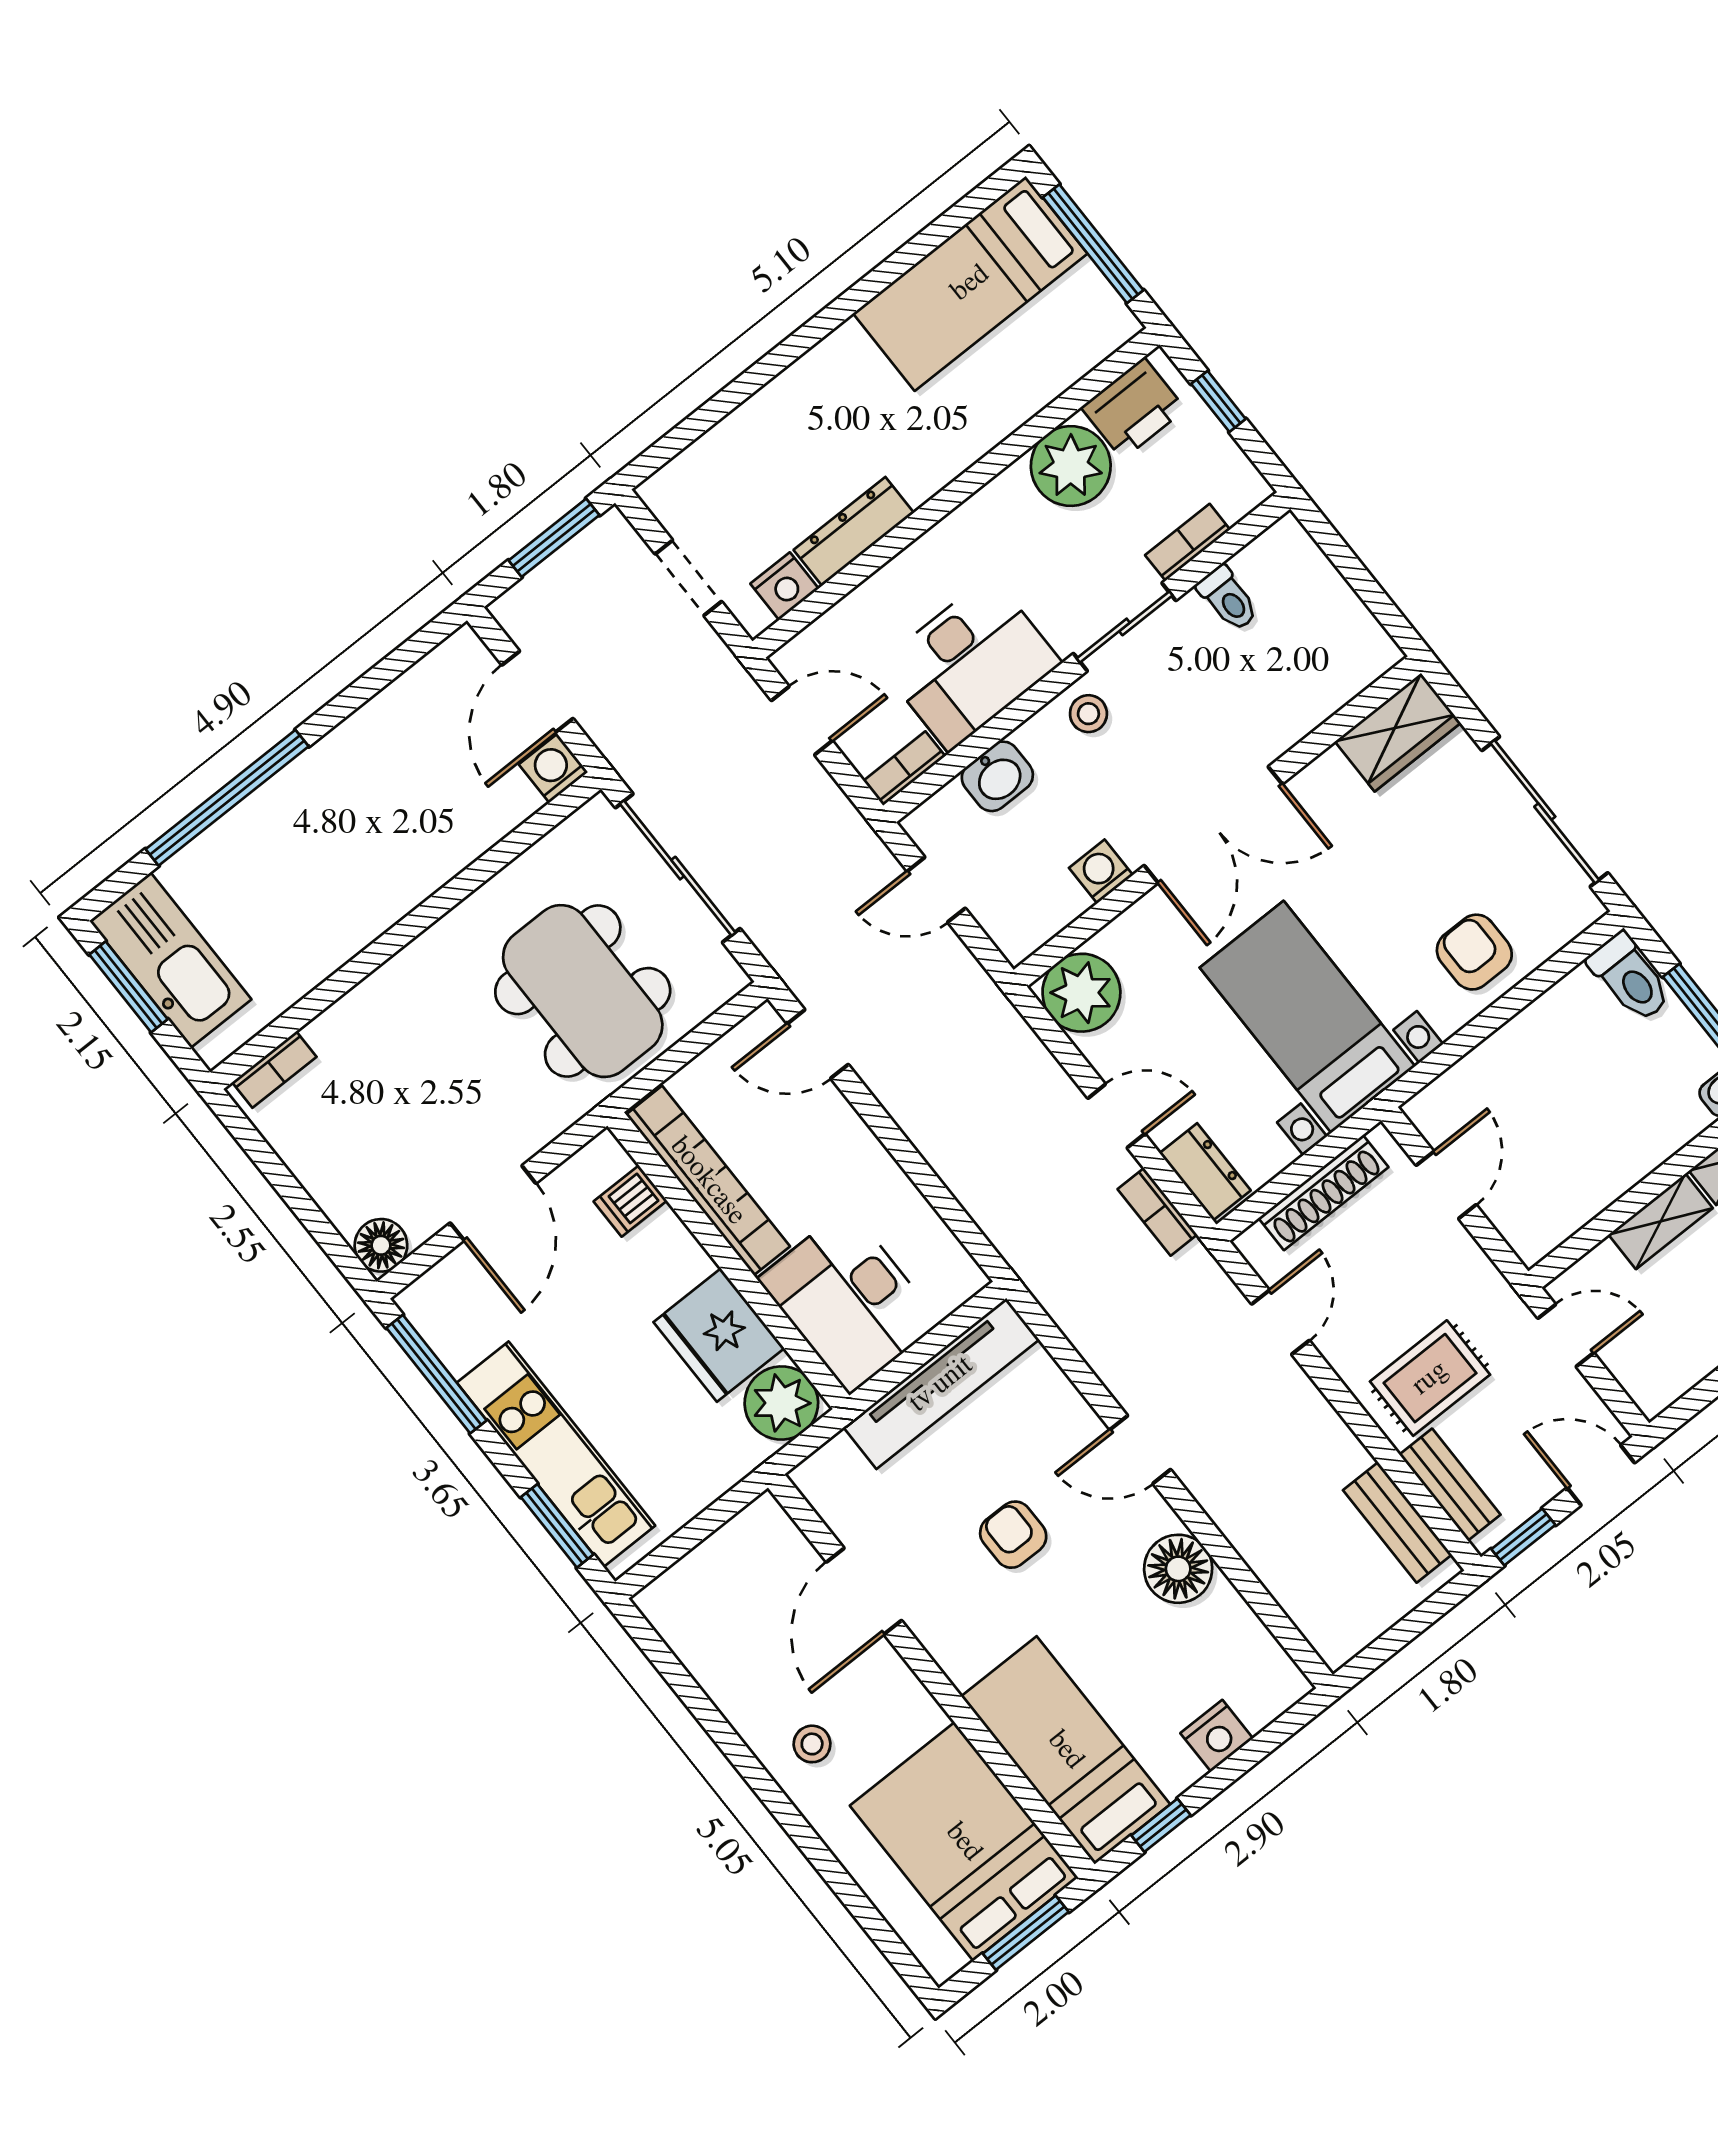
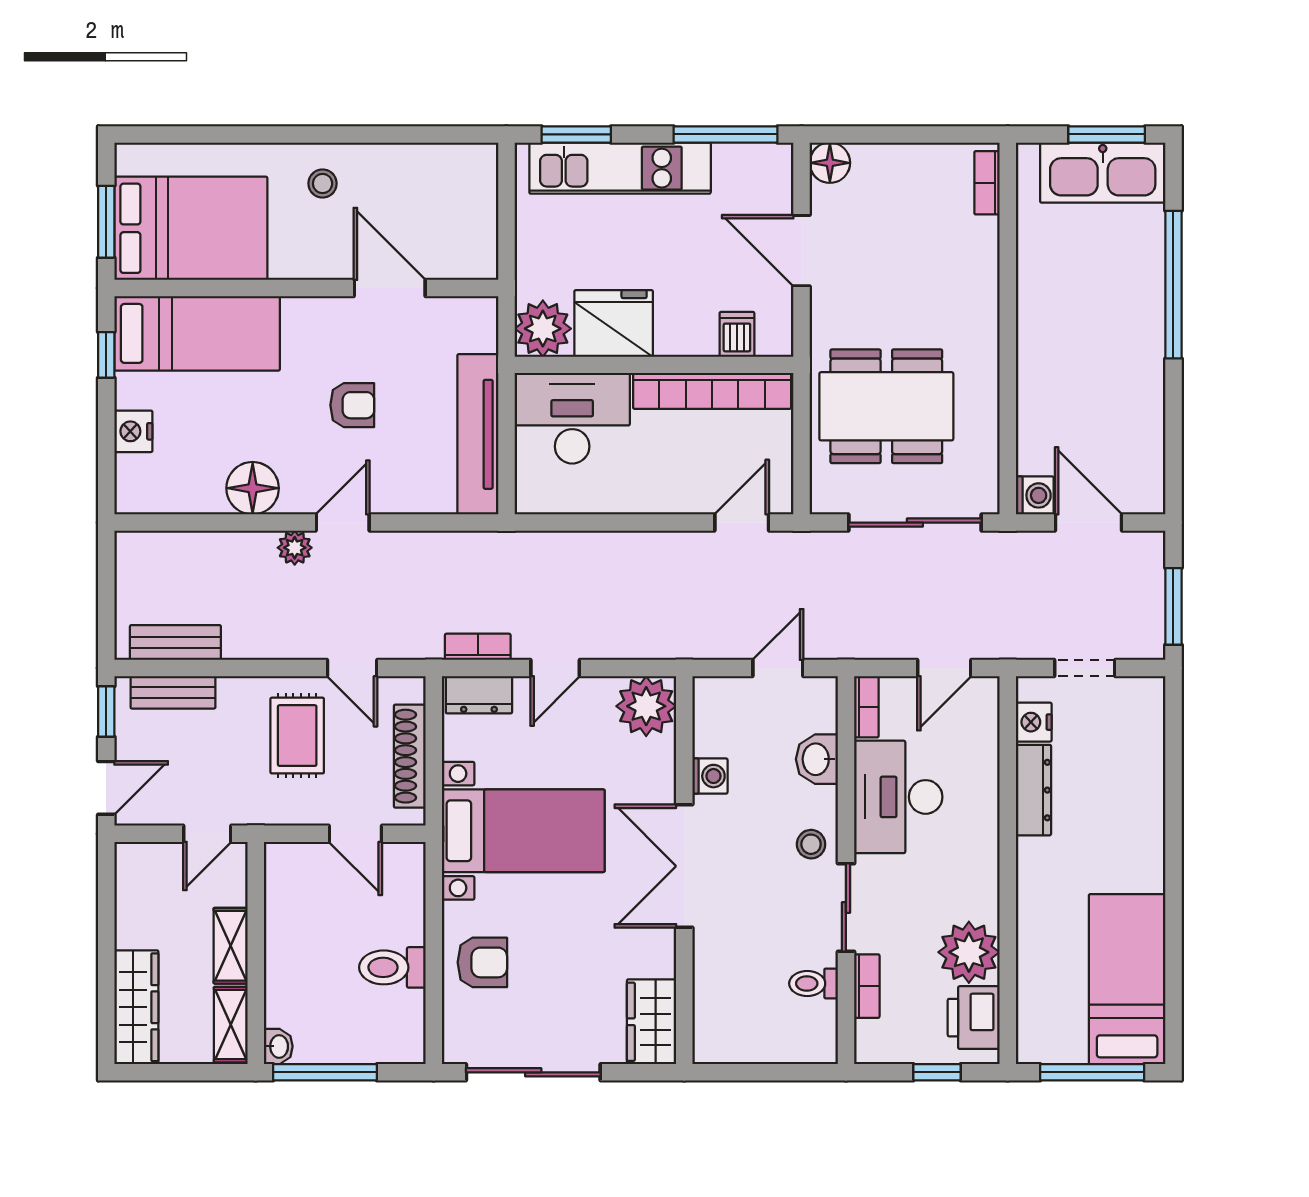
toilet: (1630, 978) -> (392, 967), moved
rug: (1430, 1378) -> (297, 736), moved
plant: (1205, 1478) -> (295, 548), added

